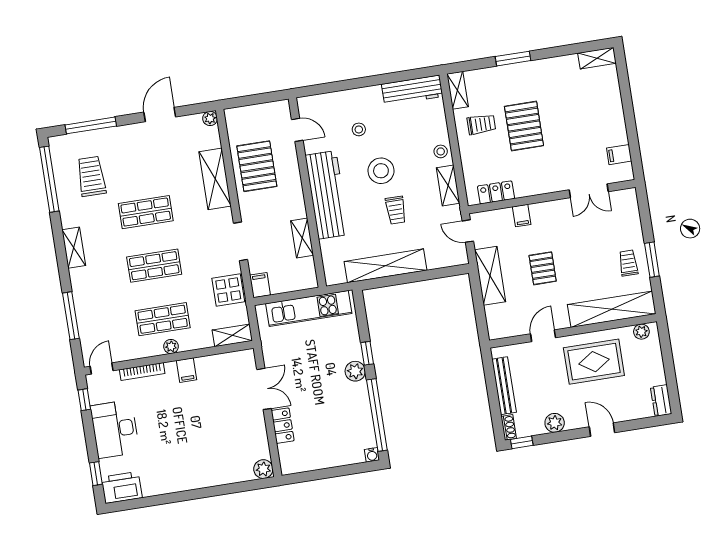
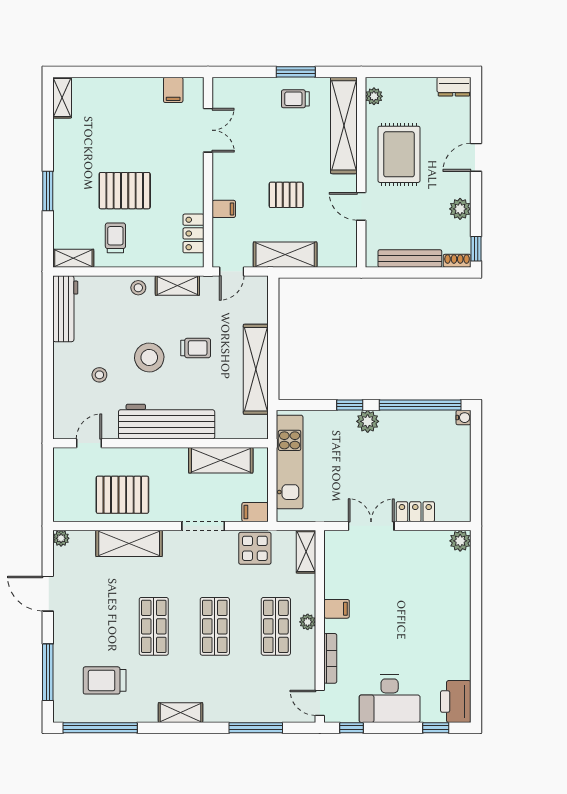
shelving: (302, 238) -> (221, 460), width x1.50, depth x1.33

